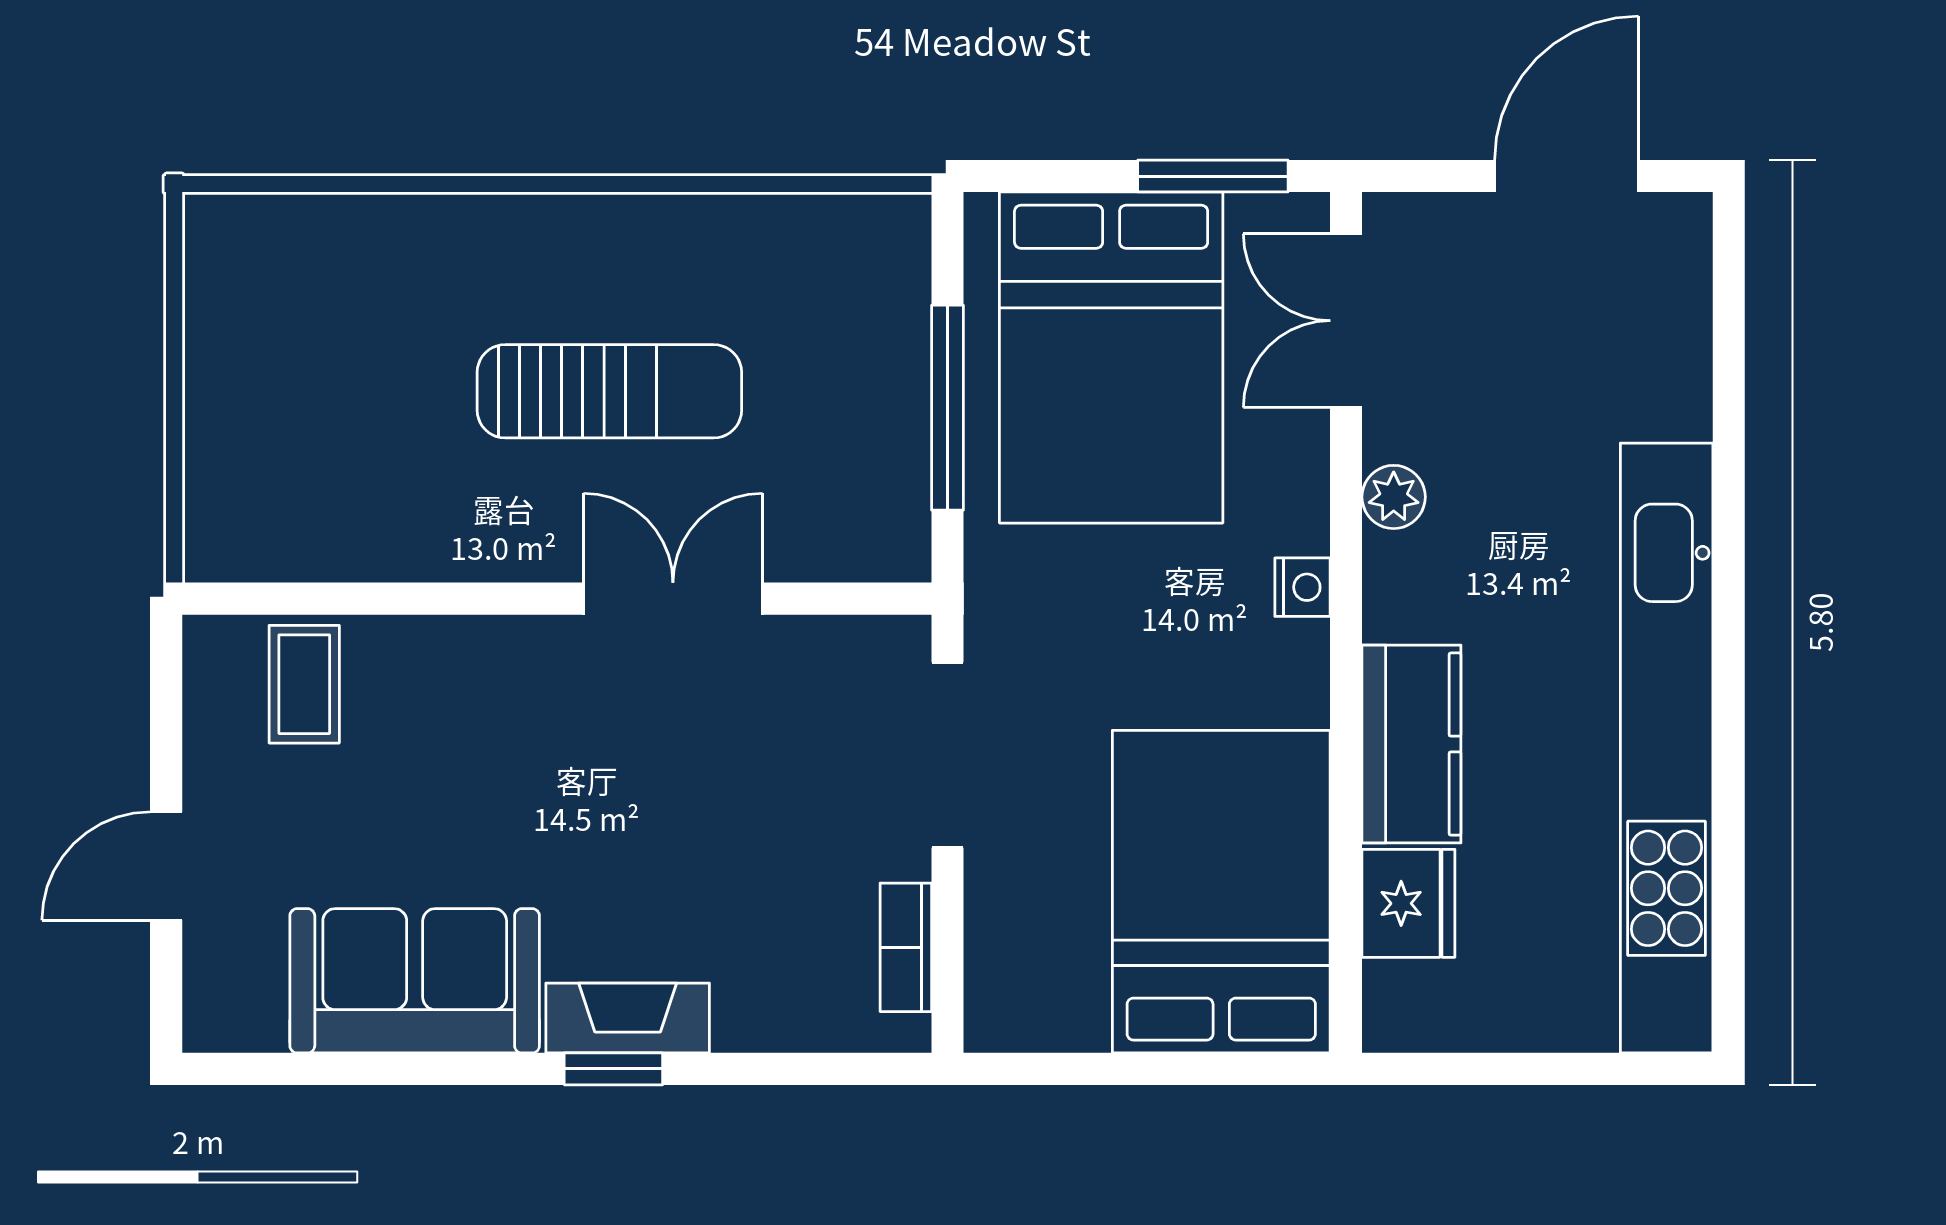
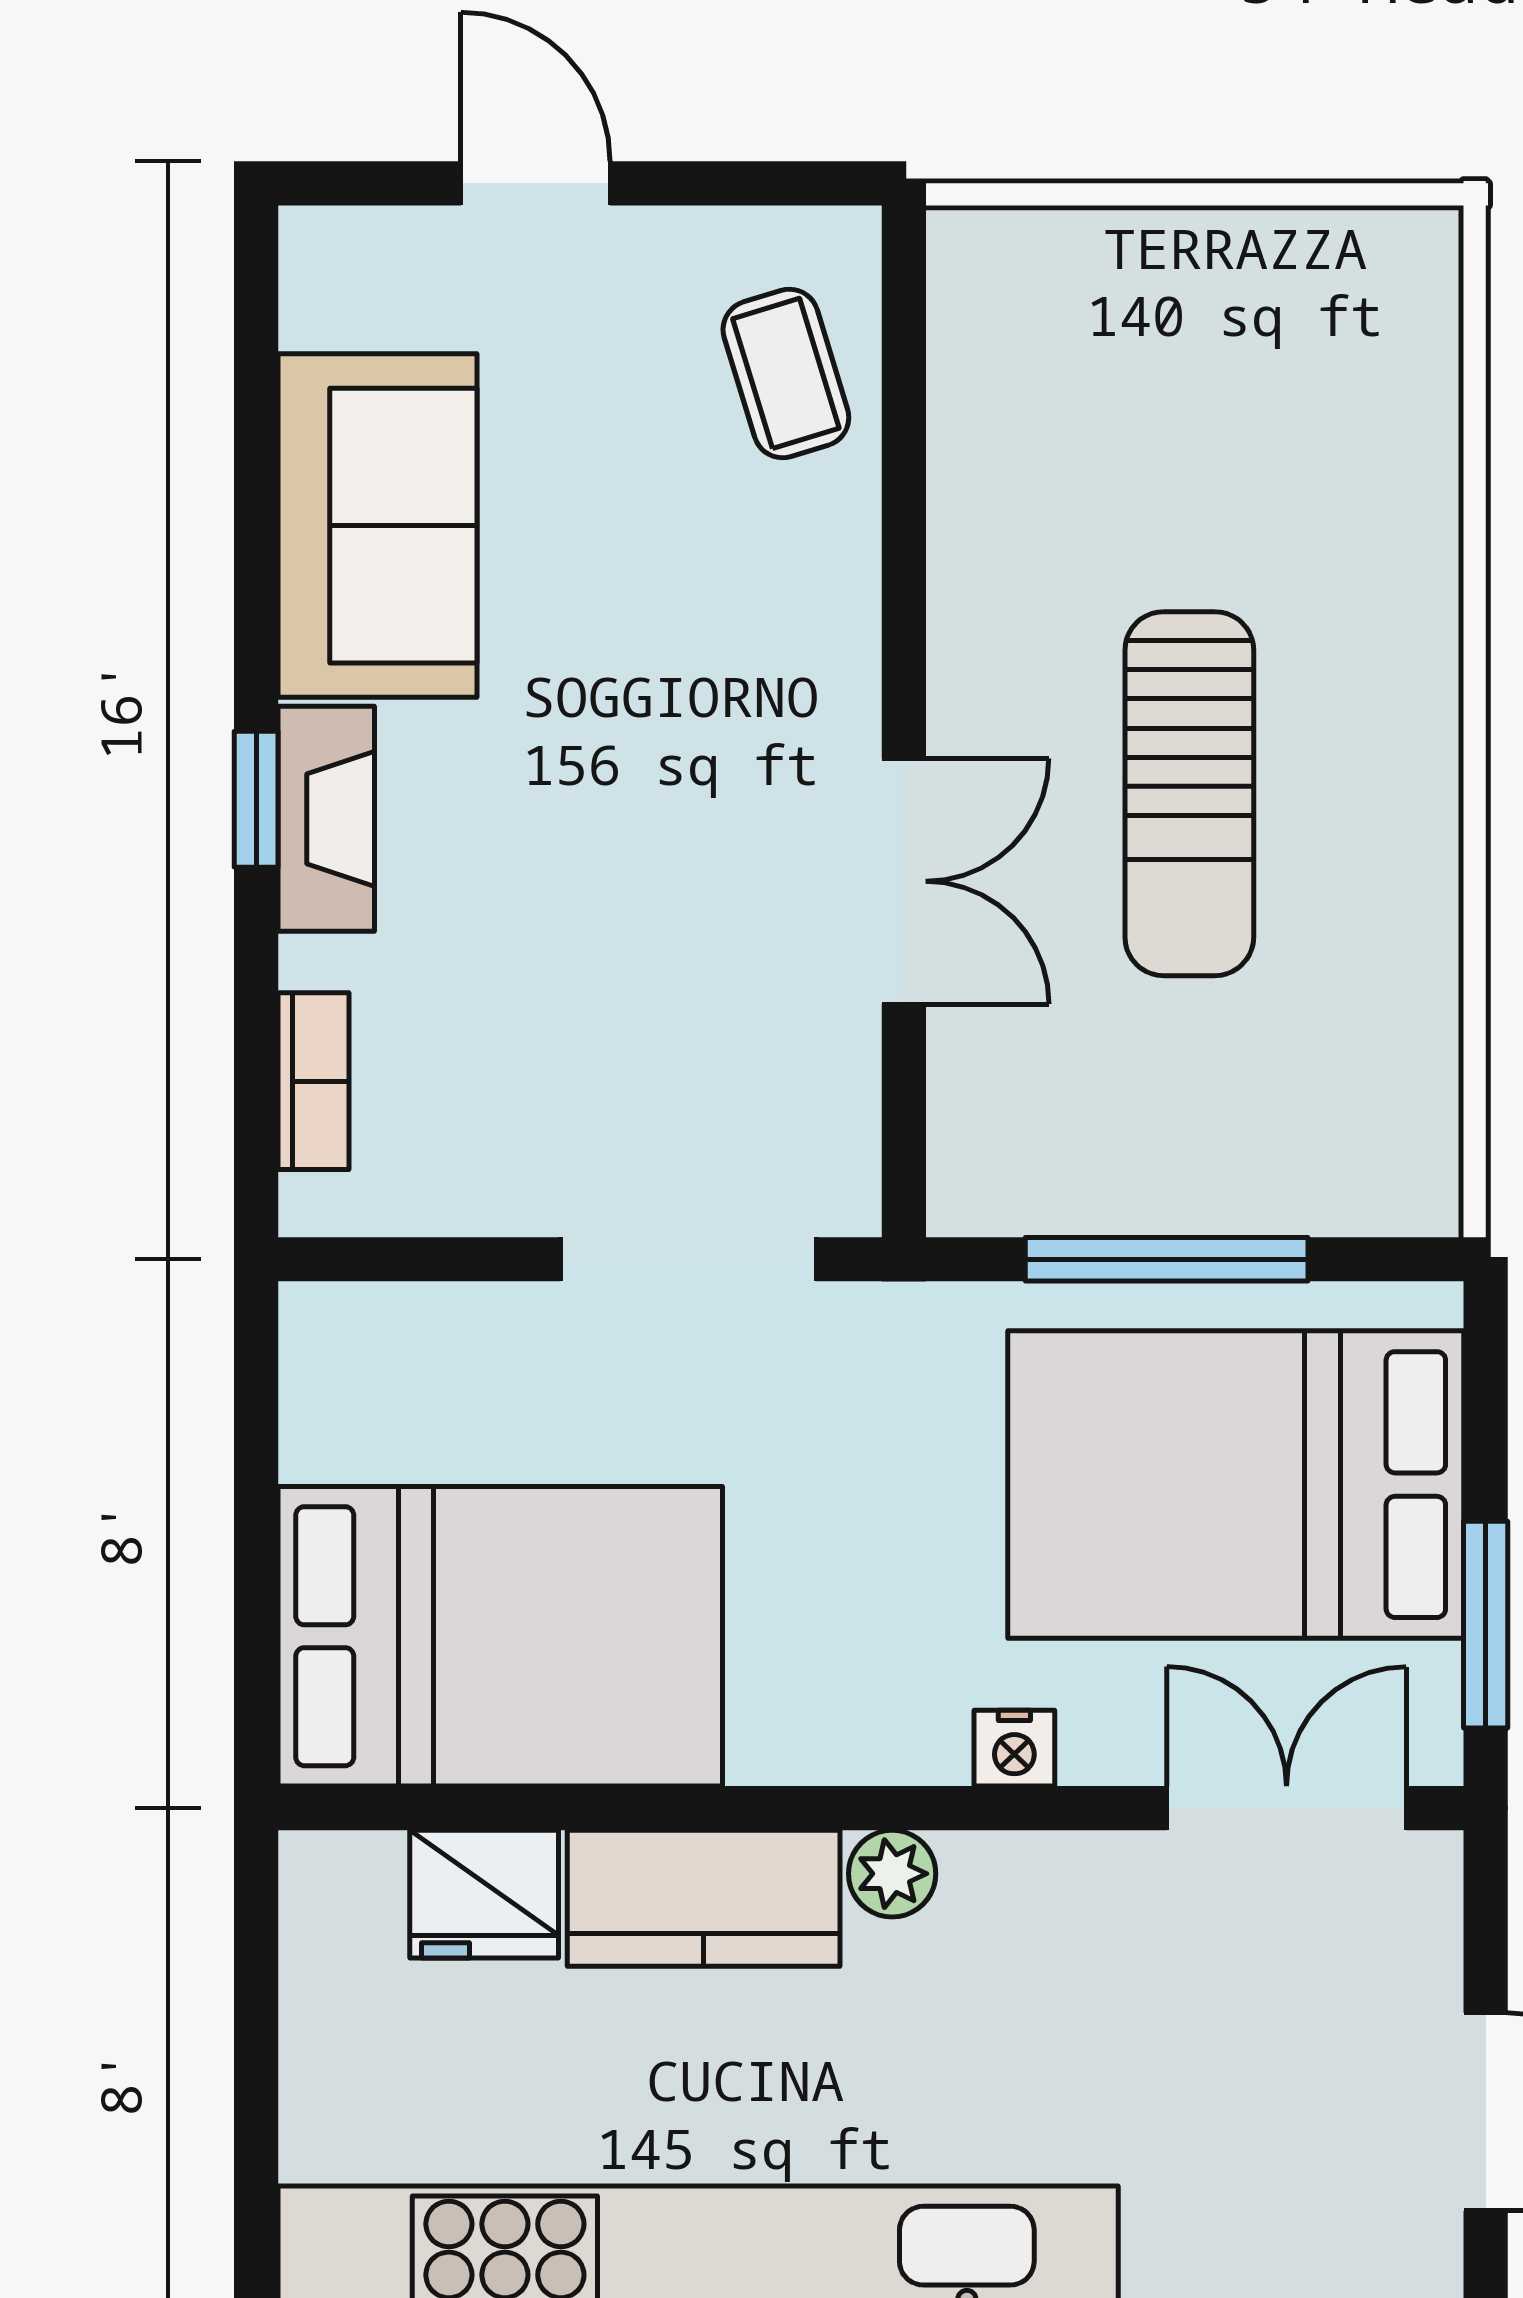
plant: (1394, 497) -> (892, 1874), moved
nightstand: (1302, 587) -> (1014, 1748), moved
coffee table: (304, 684) -> (786, 373), turned 73
bookcase: (906, 947) -> (313, 1081), moved, turned 90

